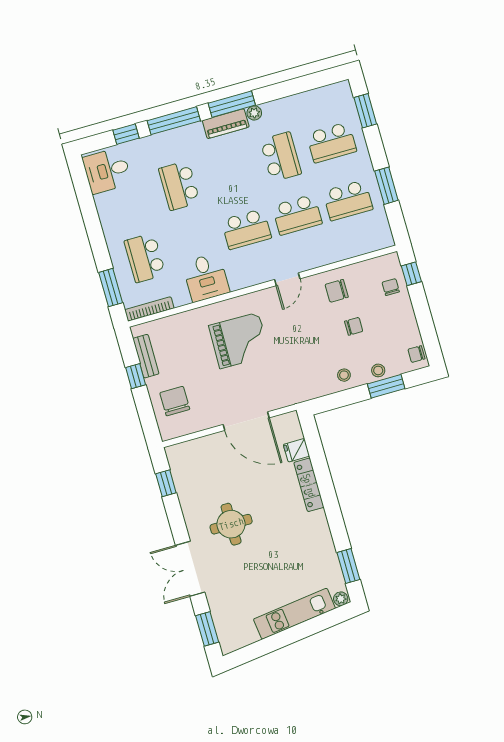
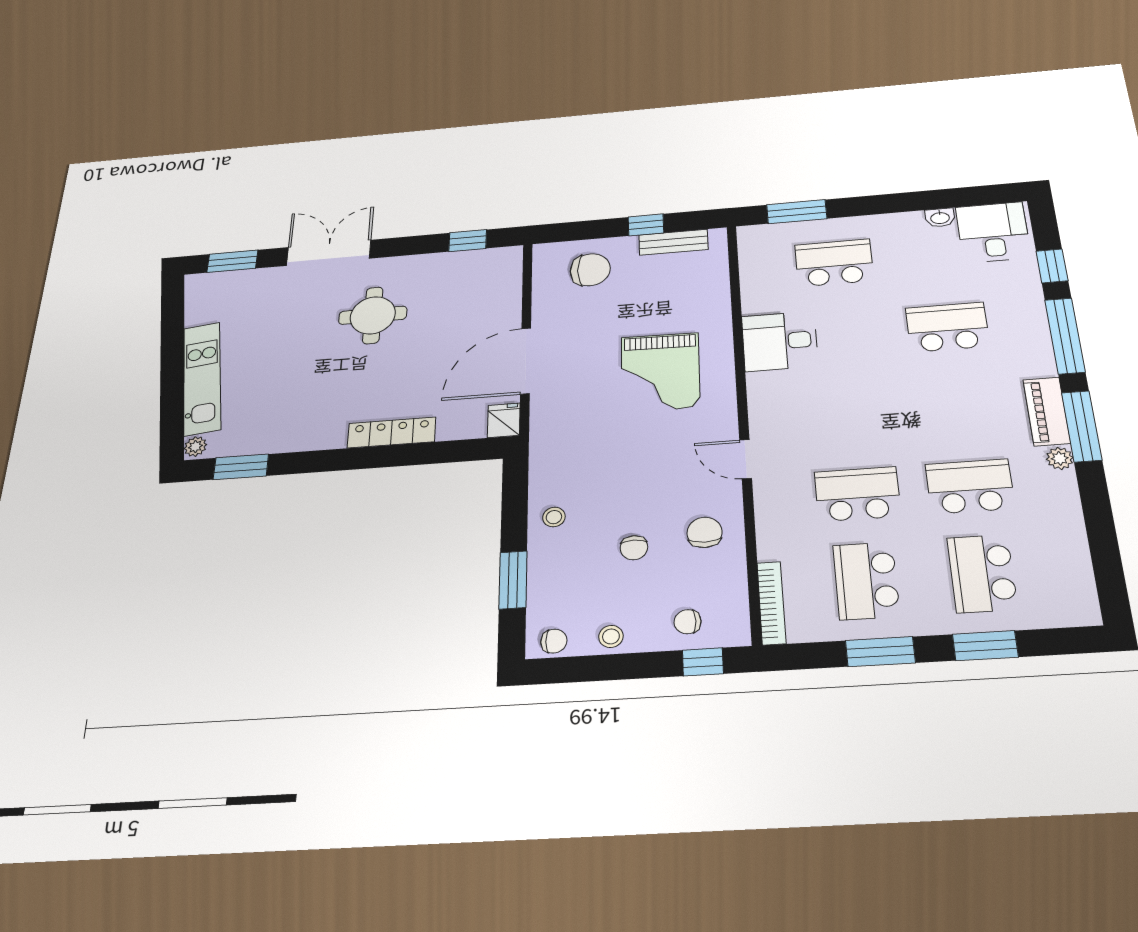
window: (365, 111) -> (985, 646), moved
school desk: (281, 157) -> (970, 486), turned 180
washbasin: (101, 203) -> (940, 218), added
school desk: (297, 215) -> (857, 494), turned 90
school desk: (246, 229) -> (849, 412), removed
chair: (391, 287) -> (687, 622), turned 180
bookcase: (149, 309) -> (771, 603), moved
chair: (416, 354) -> (554, 641), turned 90
stool: (378, 370) -> (611, 636), moved
fridge: (296, 450) -> (504, 420), moved

